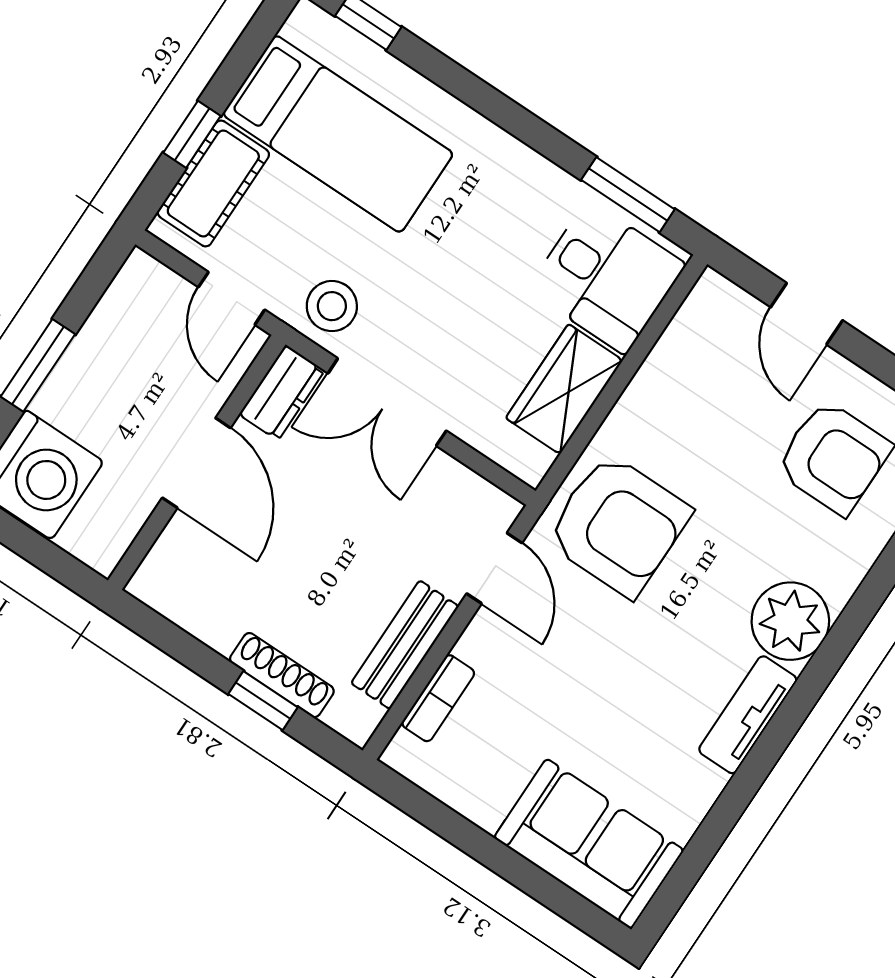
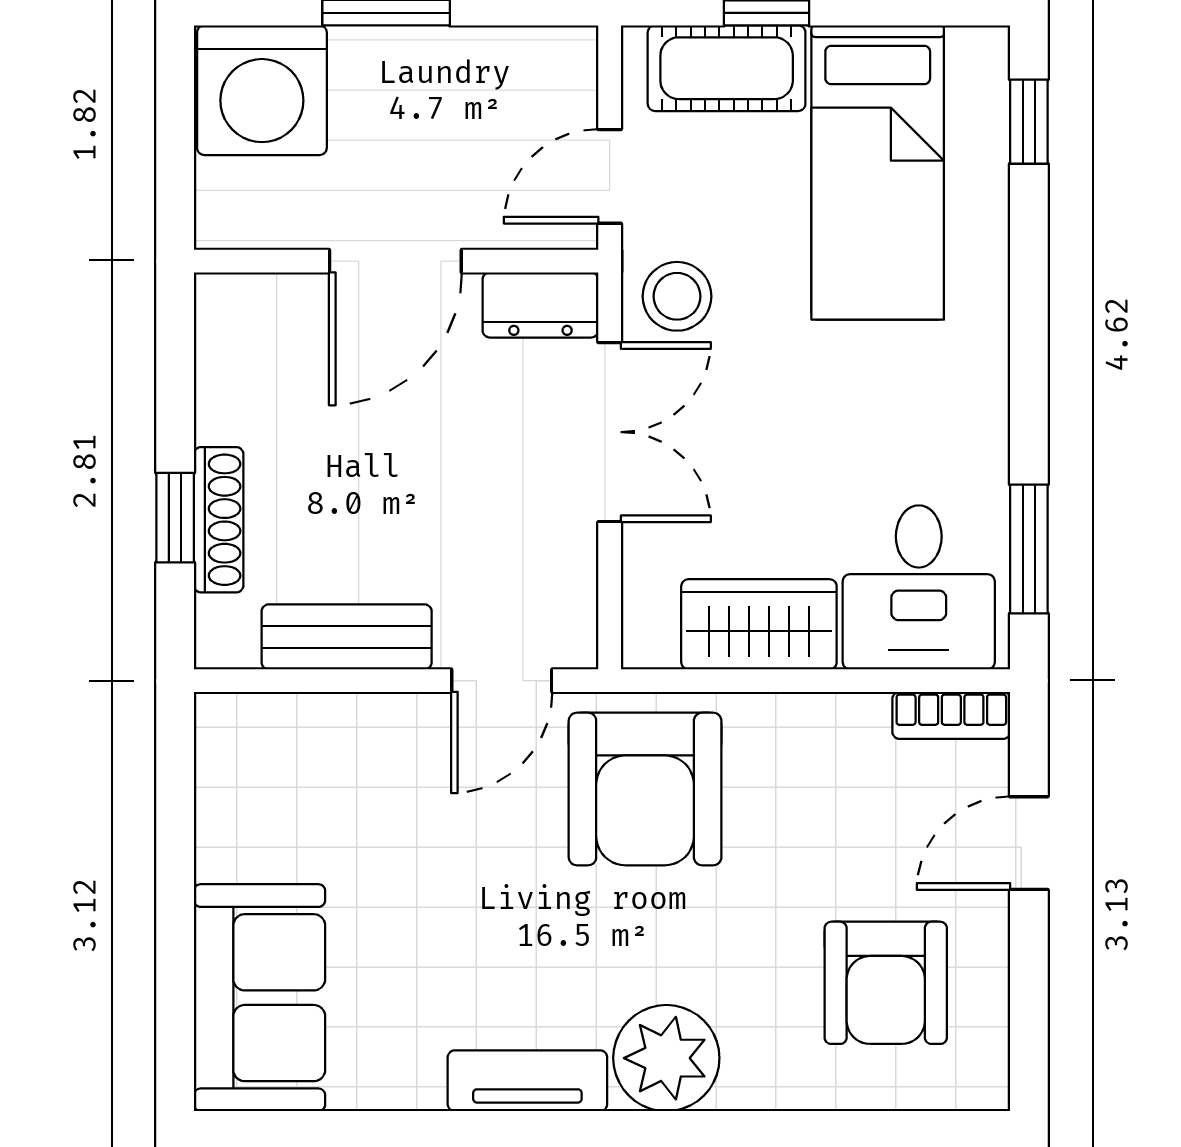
double door: (387, 402) -> (610, 432), swing flipped
bookcase: (438, 698) -> (951, 715), moved

